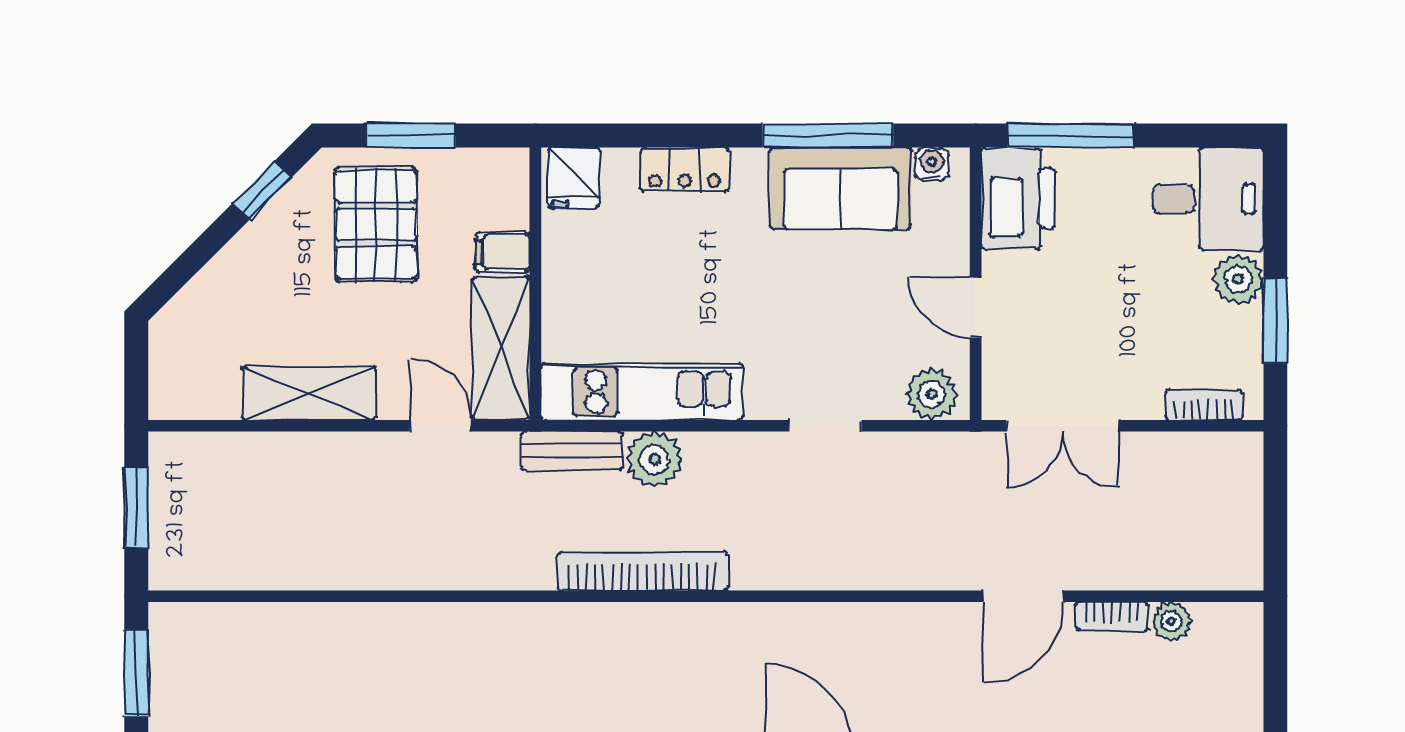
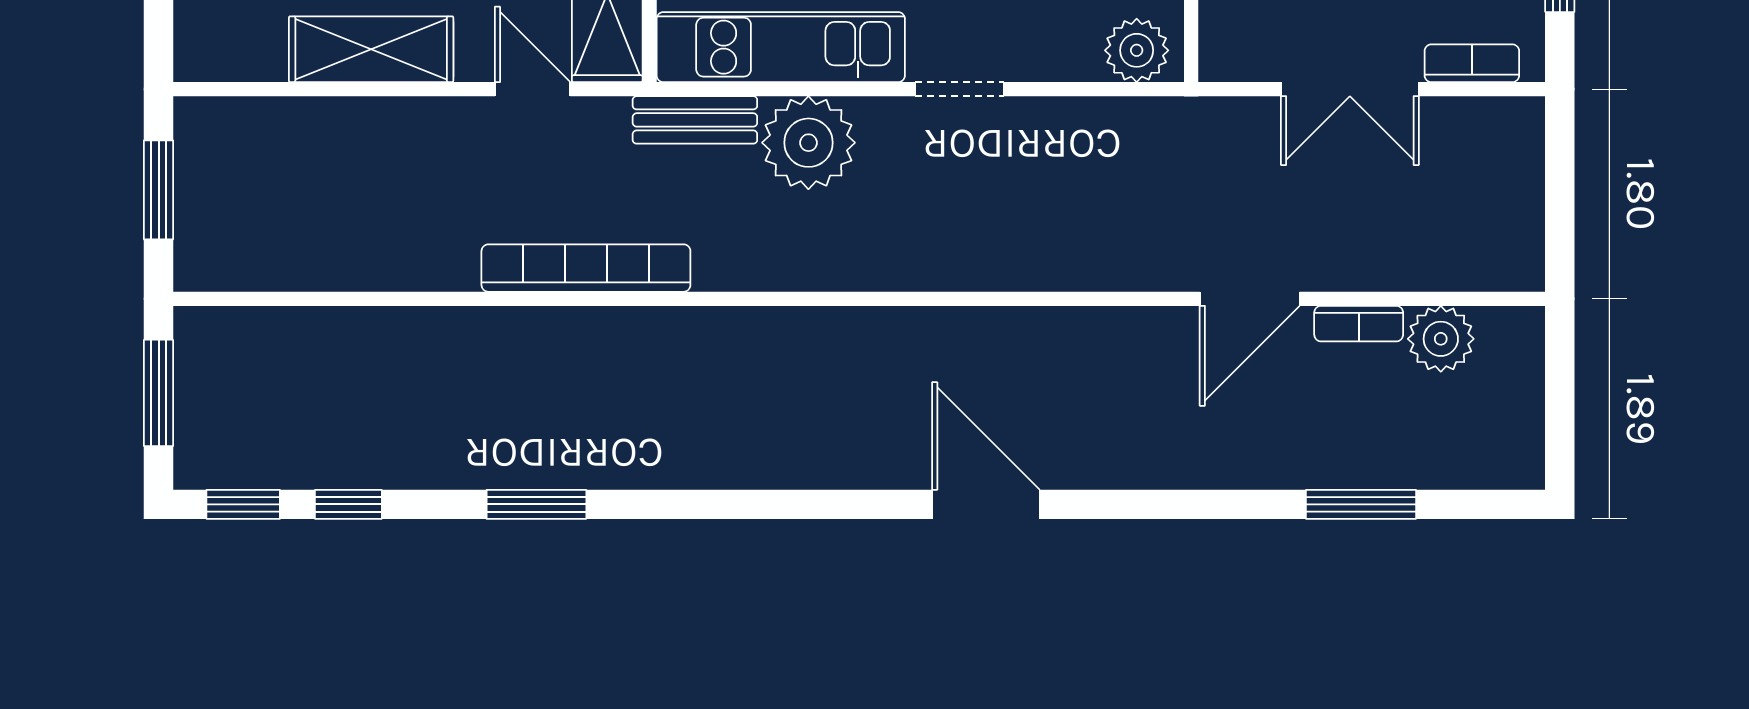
doorway: (825, 426) -> (960, 89), moved
double door: (1062, 426) -> (1350, 89), moved
plant: (654, 459) -> (808, 143), width x1.36, depth x1.36
bookcase: (643, 571) -> (586, 268), moved
plant: (1171, 621) -> (1441, 339), width x1.38, depth x1.38

